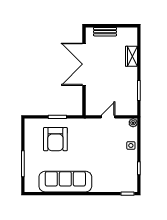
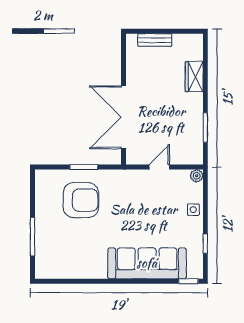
double door: (84, 64) -> (124, 117), moved
armchair: (55, 139) -> (81, 200), turned -90
sofa: (65, 182) -> (147, 263), moved

